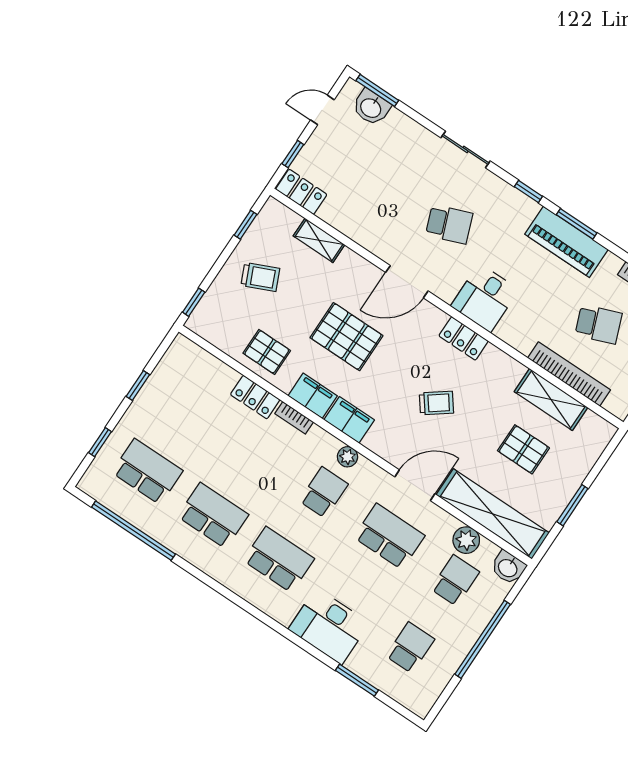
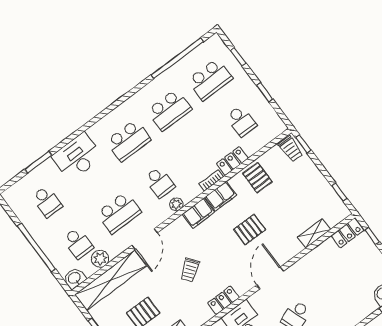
trolley: (260, 277) -> (291, 149), moved, turned -66
pallet: (346, 337) -> (250, 229), width x0.67, depth x0.71
pallet: (267, 352) -> (257, 178), turned 90
school desk: (192, 404) -> (241, 121), added

